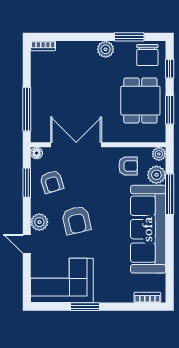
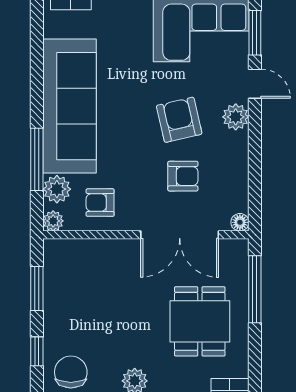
dining table: (140, 101) -> (200, 321), moved
armchair: (52, 182) -> (183, 176), moved, turned 107
window: (27, 183) -> (255, 33), moved

